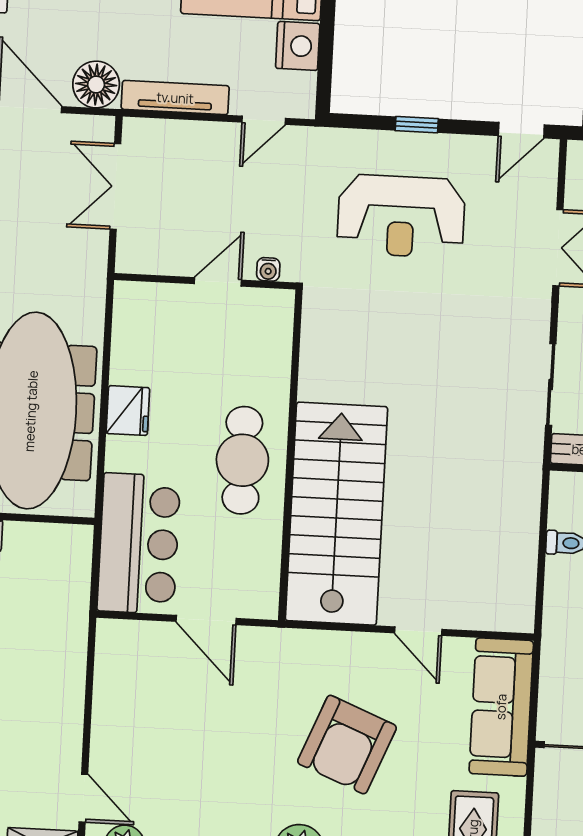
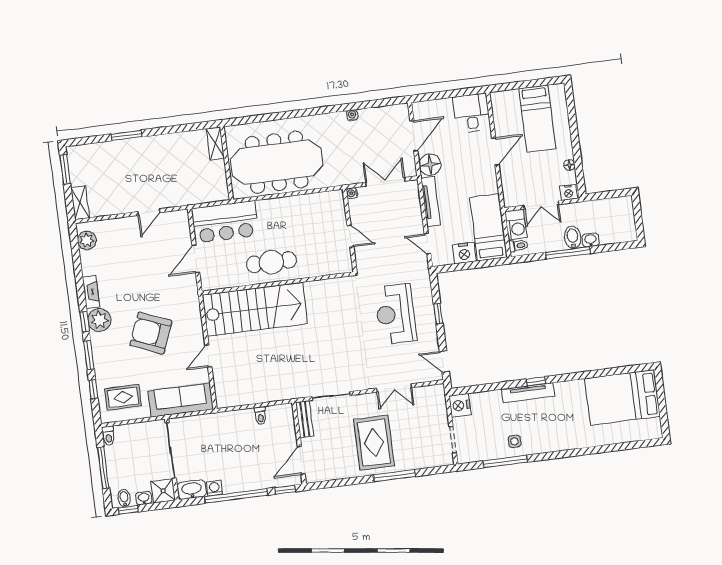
water cooler: (268, 269) -> (352, 193), moved
fridge: (128, 411) -> (285, 206), removed
door: (83, 798) -> (149, 212), moved

